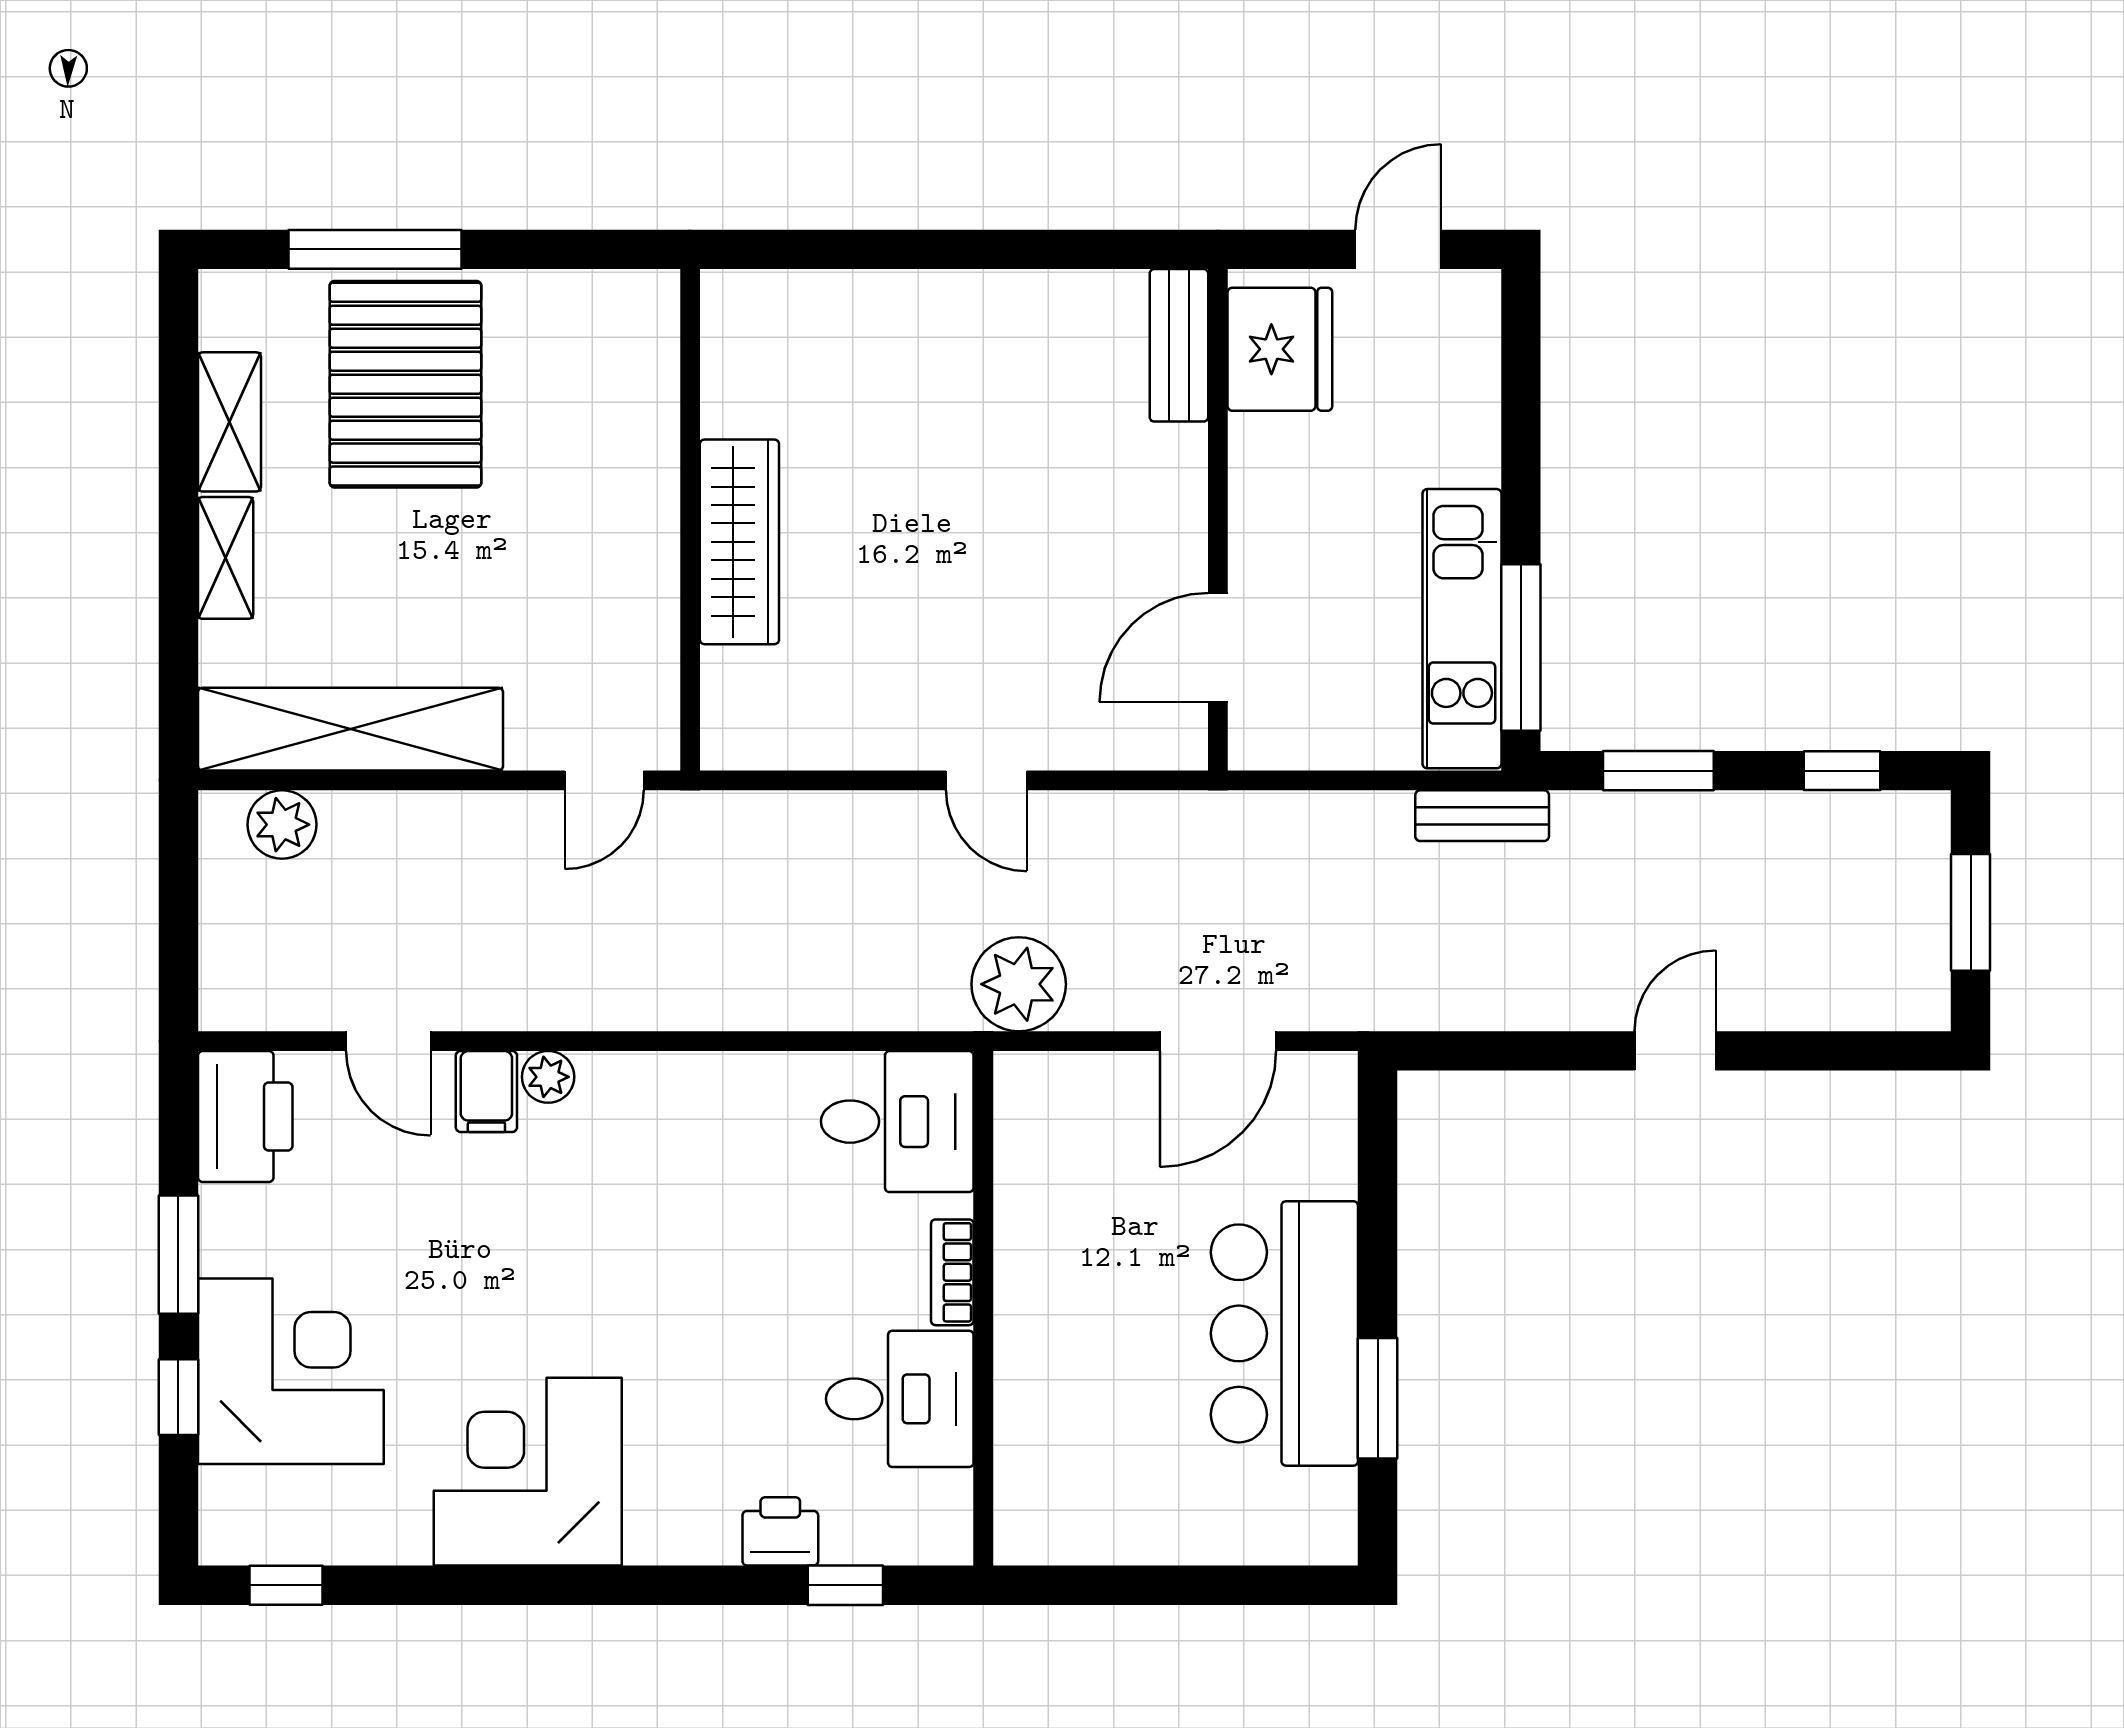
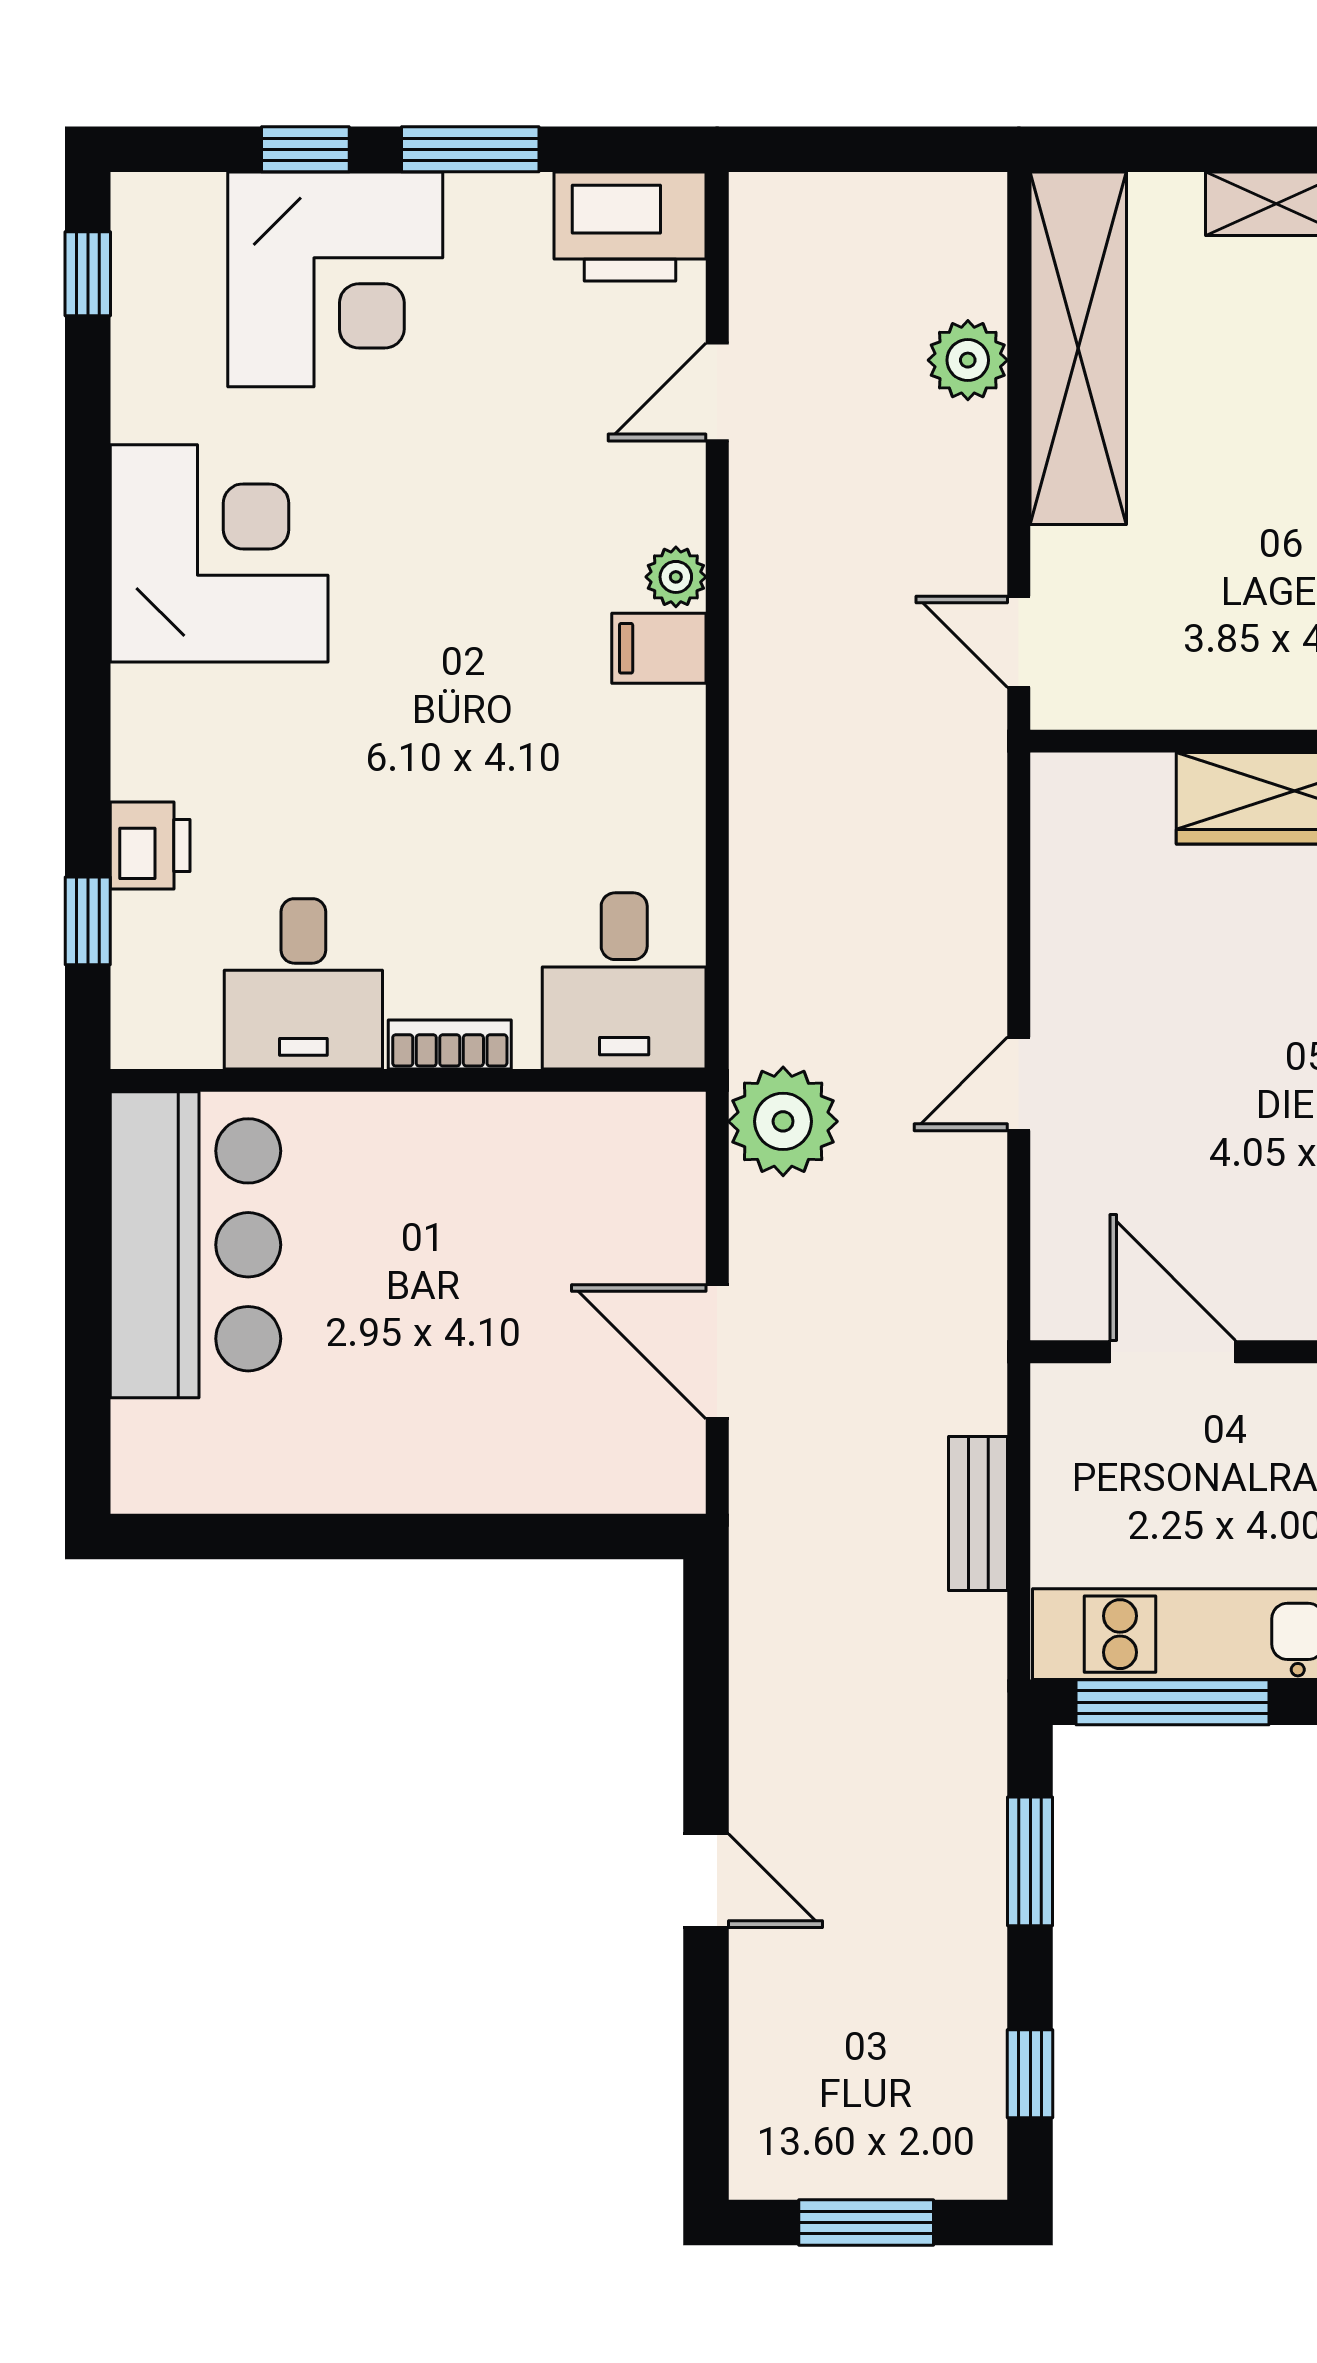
bench: (1482, 816) -> (978, 1513), moved
plant: (282, 825) -> (968, 360), moved
filing cabinet: (486, 1091) -> (659, 648), moved
bar counter: (1284, 1333) -> (195, 1245), moved, turned 90
window: (1378, 1398) -> (304, 1536), removed

